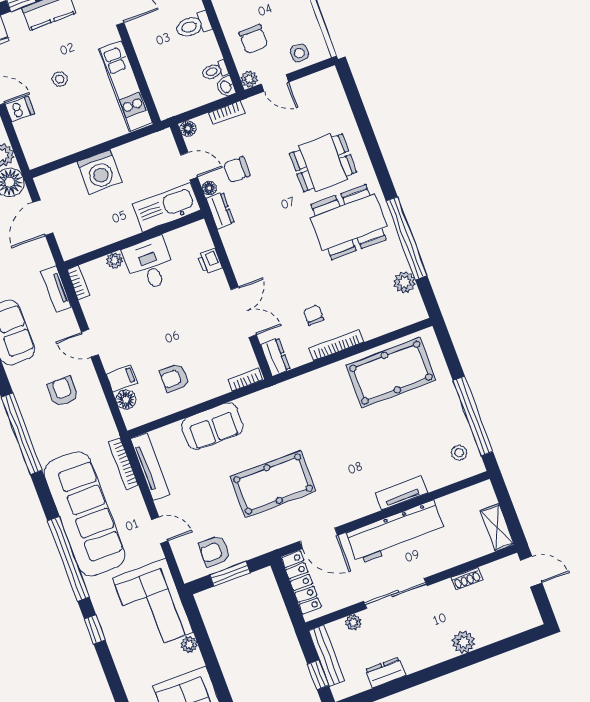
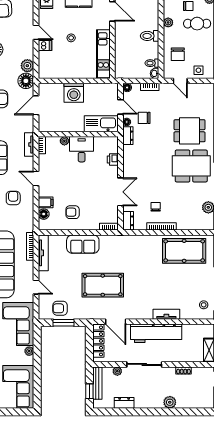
plant: (249, 79) -> (168, 74), removed

